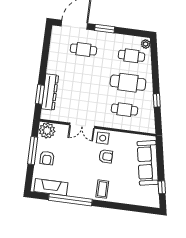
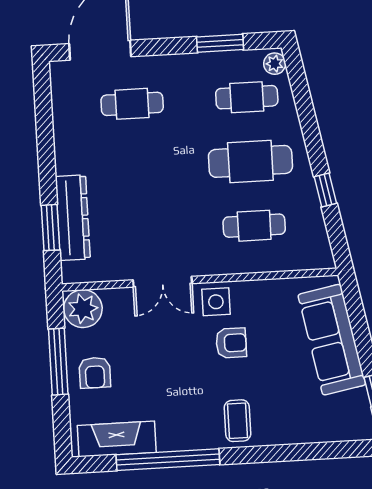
window: (105, 29) -> (220, 43), moved

